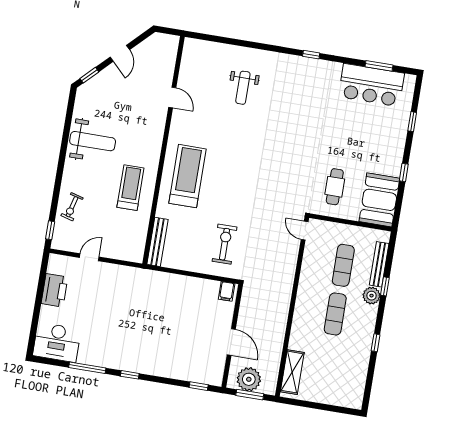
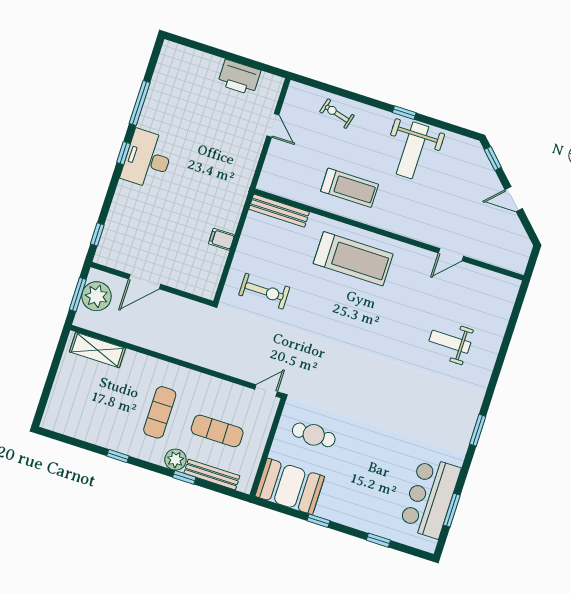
window: (311, 55) -> (478, 430), width x1.50
window: (50, 230) -> (404, 113), moved
filing cabinet: (227, 291) -> (222, 239), moved
exercise mat: (335, 314) -> (160, 412), turned 90
desk: (57, 342) -> (147, 159), moved

